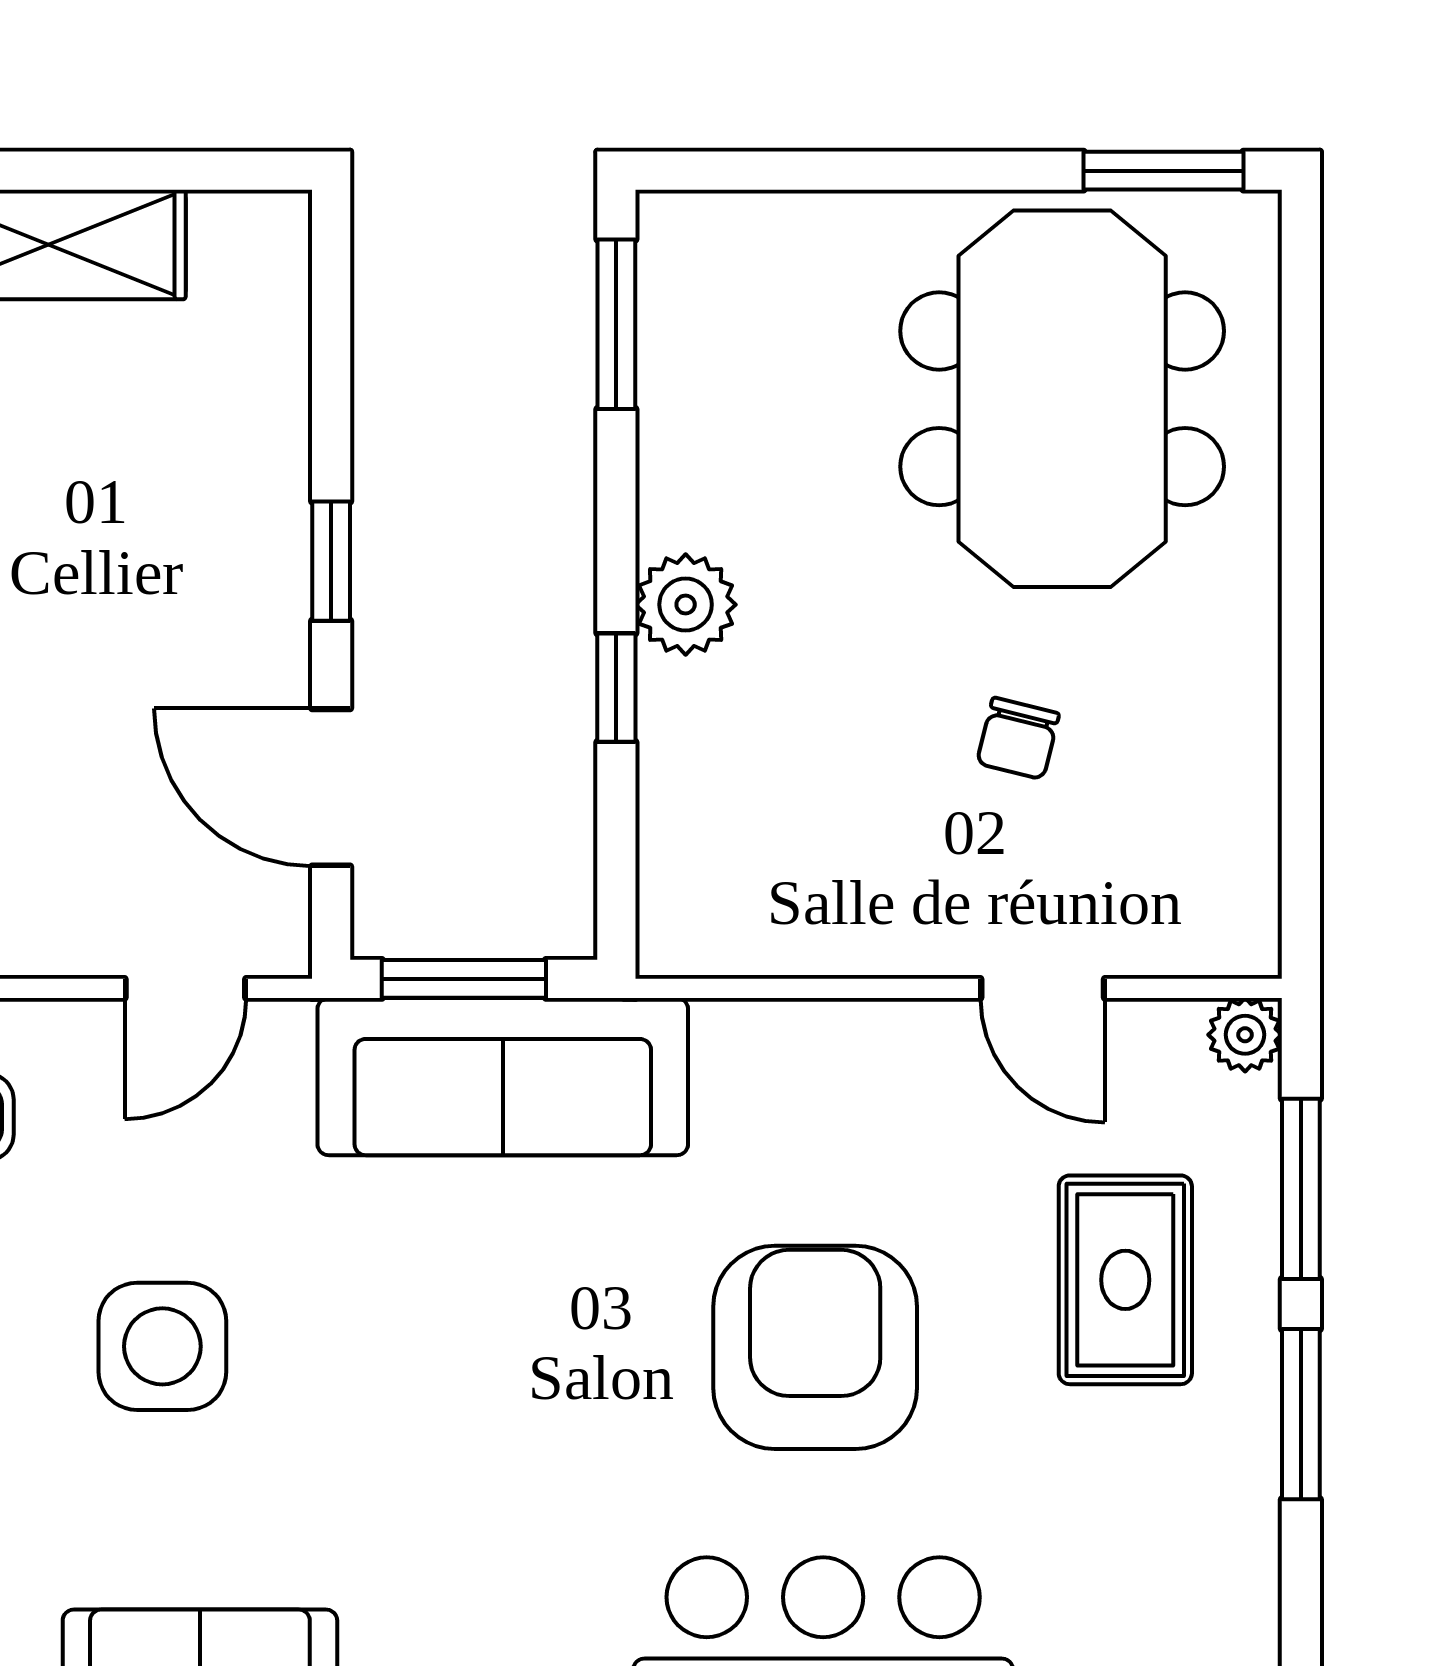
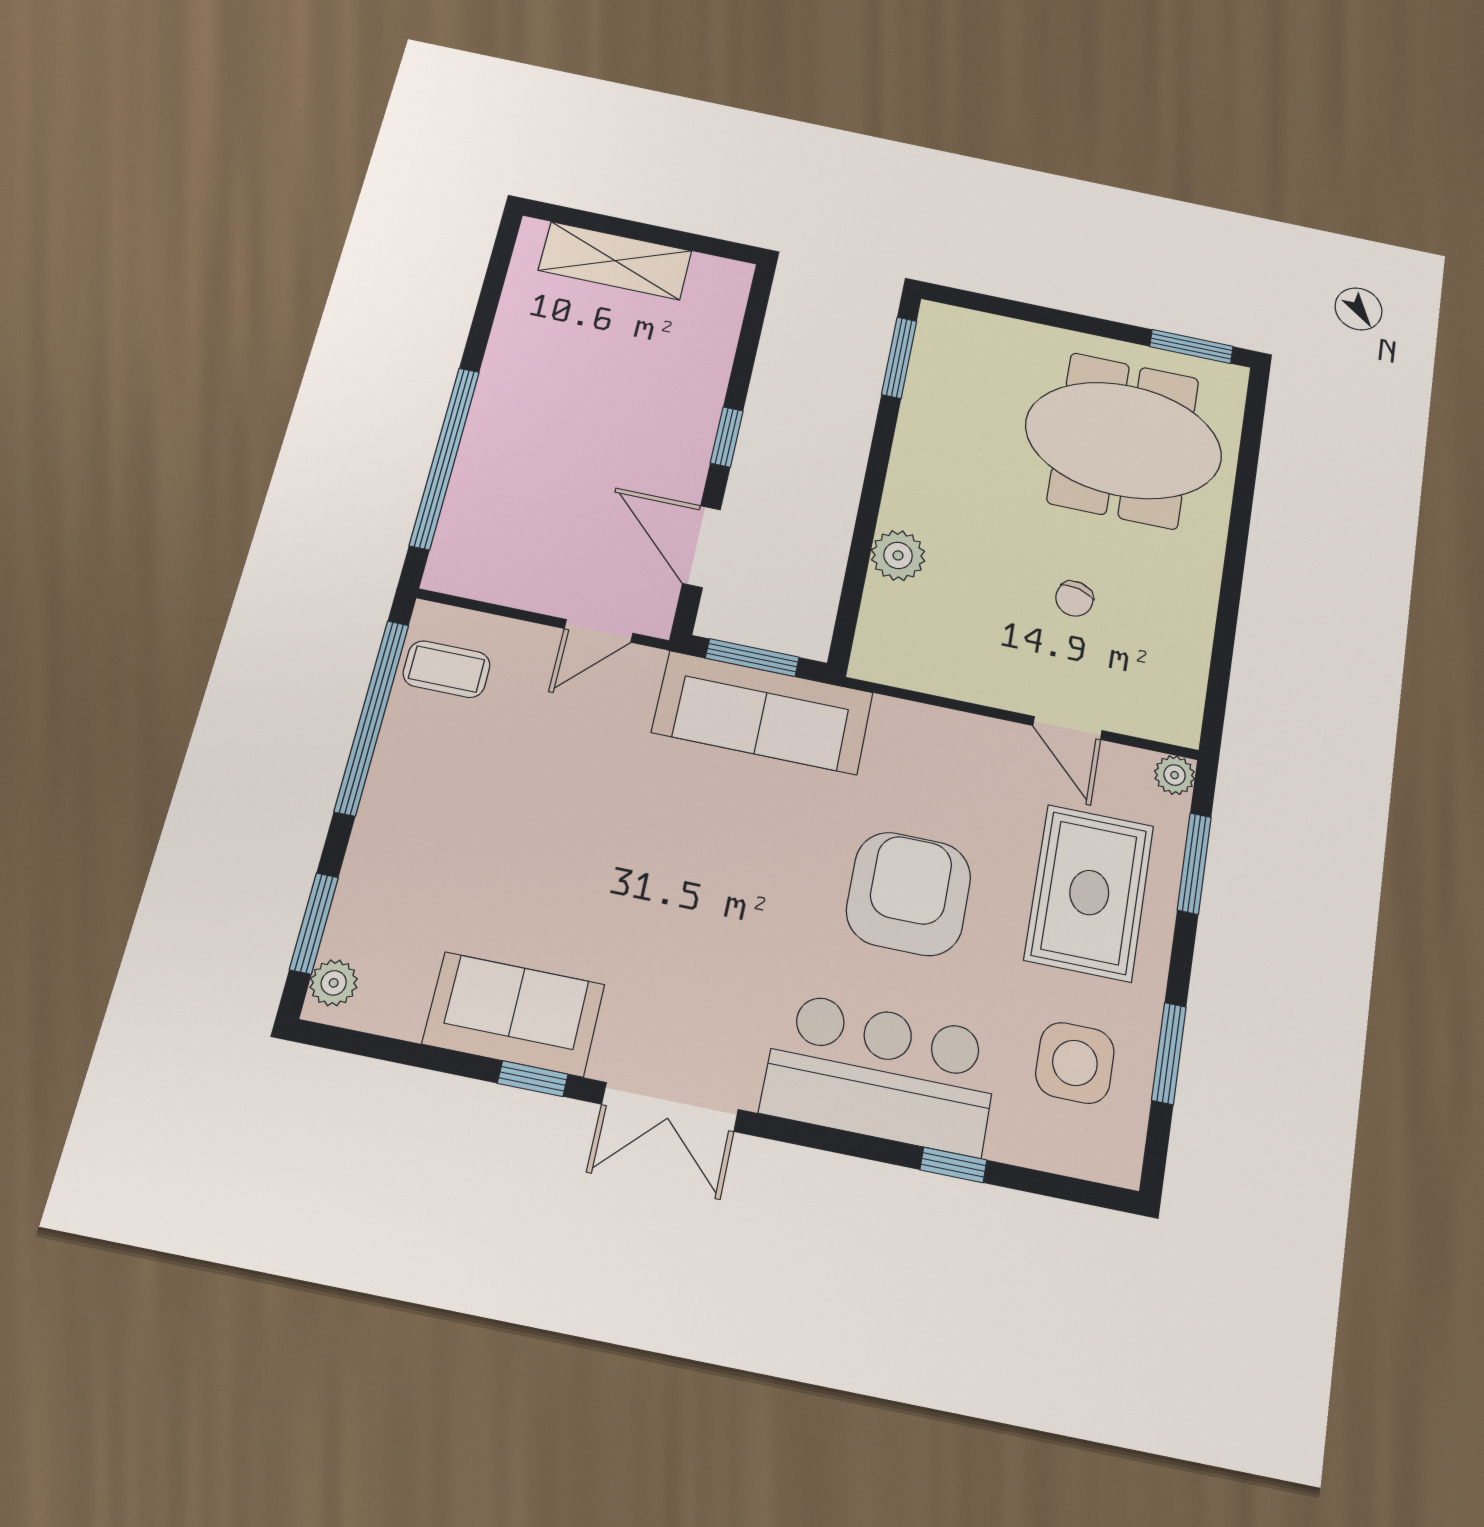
meeting table: (1062, 399) -> (1124, 440), turned 90
plant: (686, 605) -> (898, 555), moved
window: (616, 688) -> (865, 529), removed
rug: (1125, 1280) -> (1089, 893), width x1.36, depth x1.43
side table: (162, 1346) -> (1075, 1063), moved
window: (1301, 1414) -> (1169, 1053), moved

